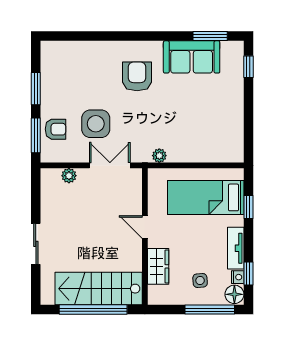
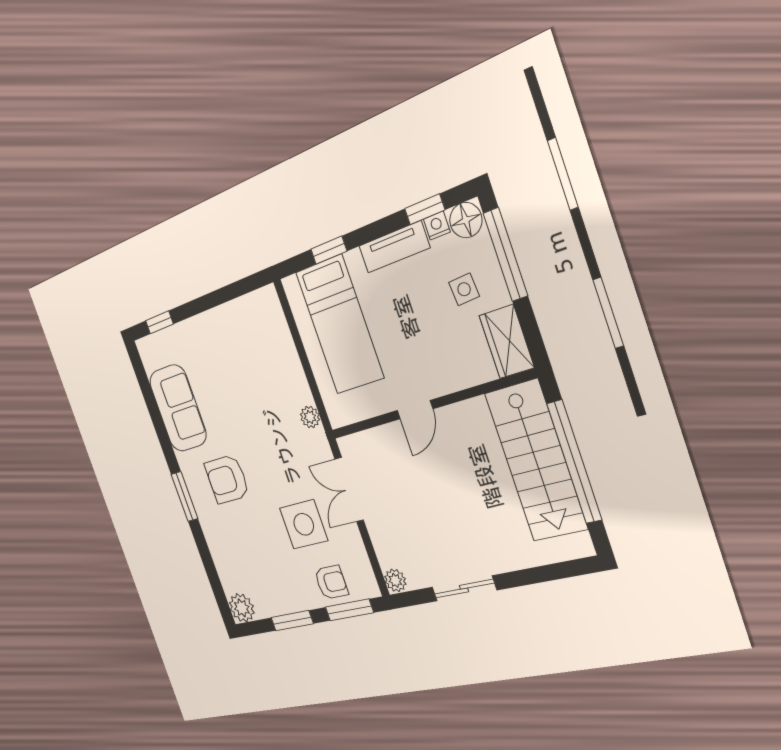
window: (210, 36) -> (184, 496), moved
plant: (51, 51) -> (242, 608), added
armchair: (56, 129) -> (331, 582), turned 90
plant: (69, 176) -> (395, 580), moved
sliding door: (36, 244) -> (464, 589), moved
wardrobe: (158, 266) -> (507, 342), moved, turned -90

